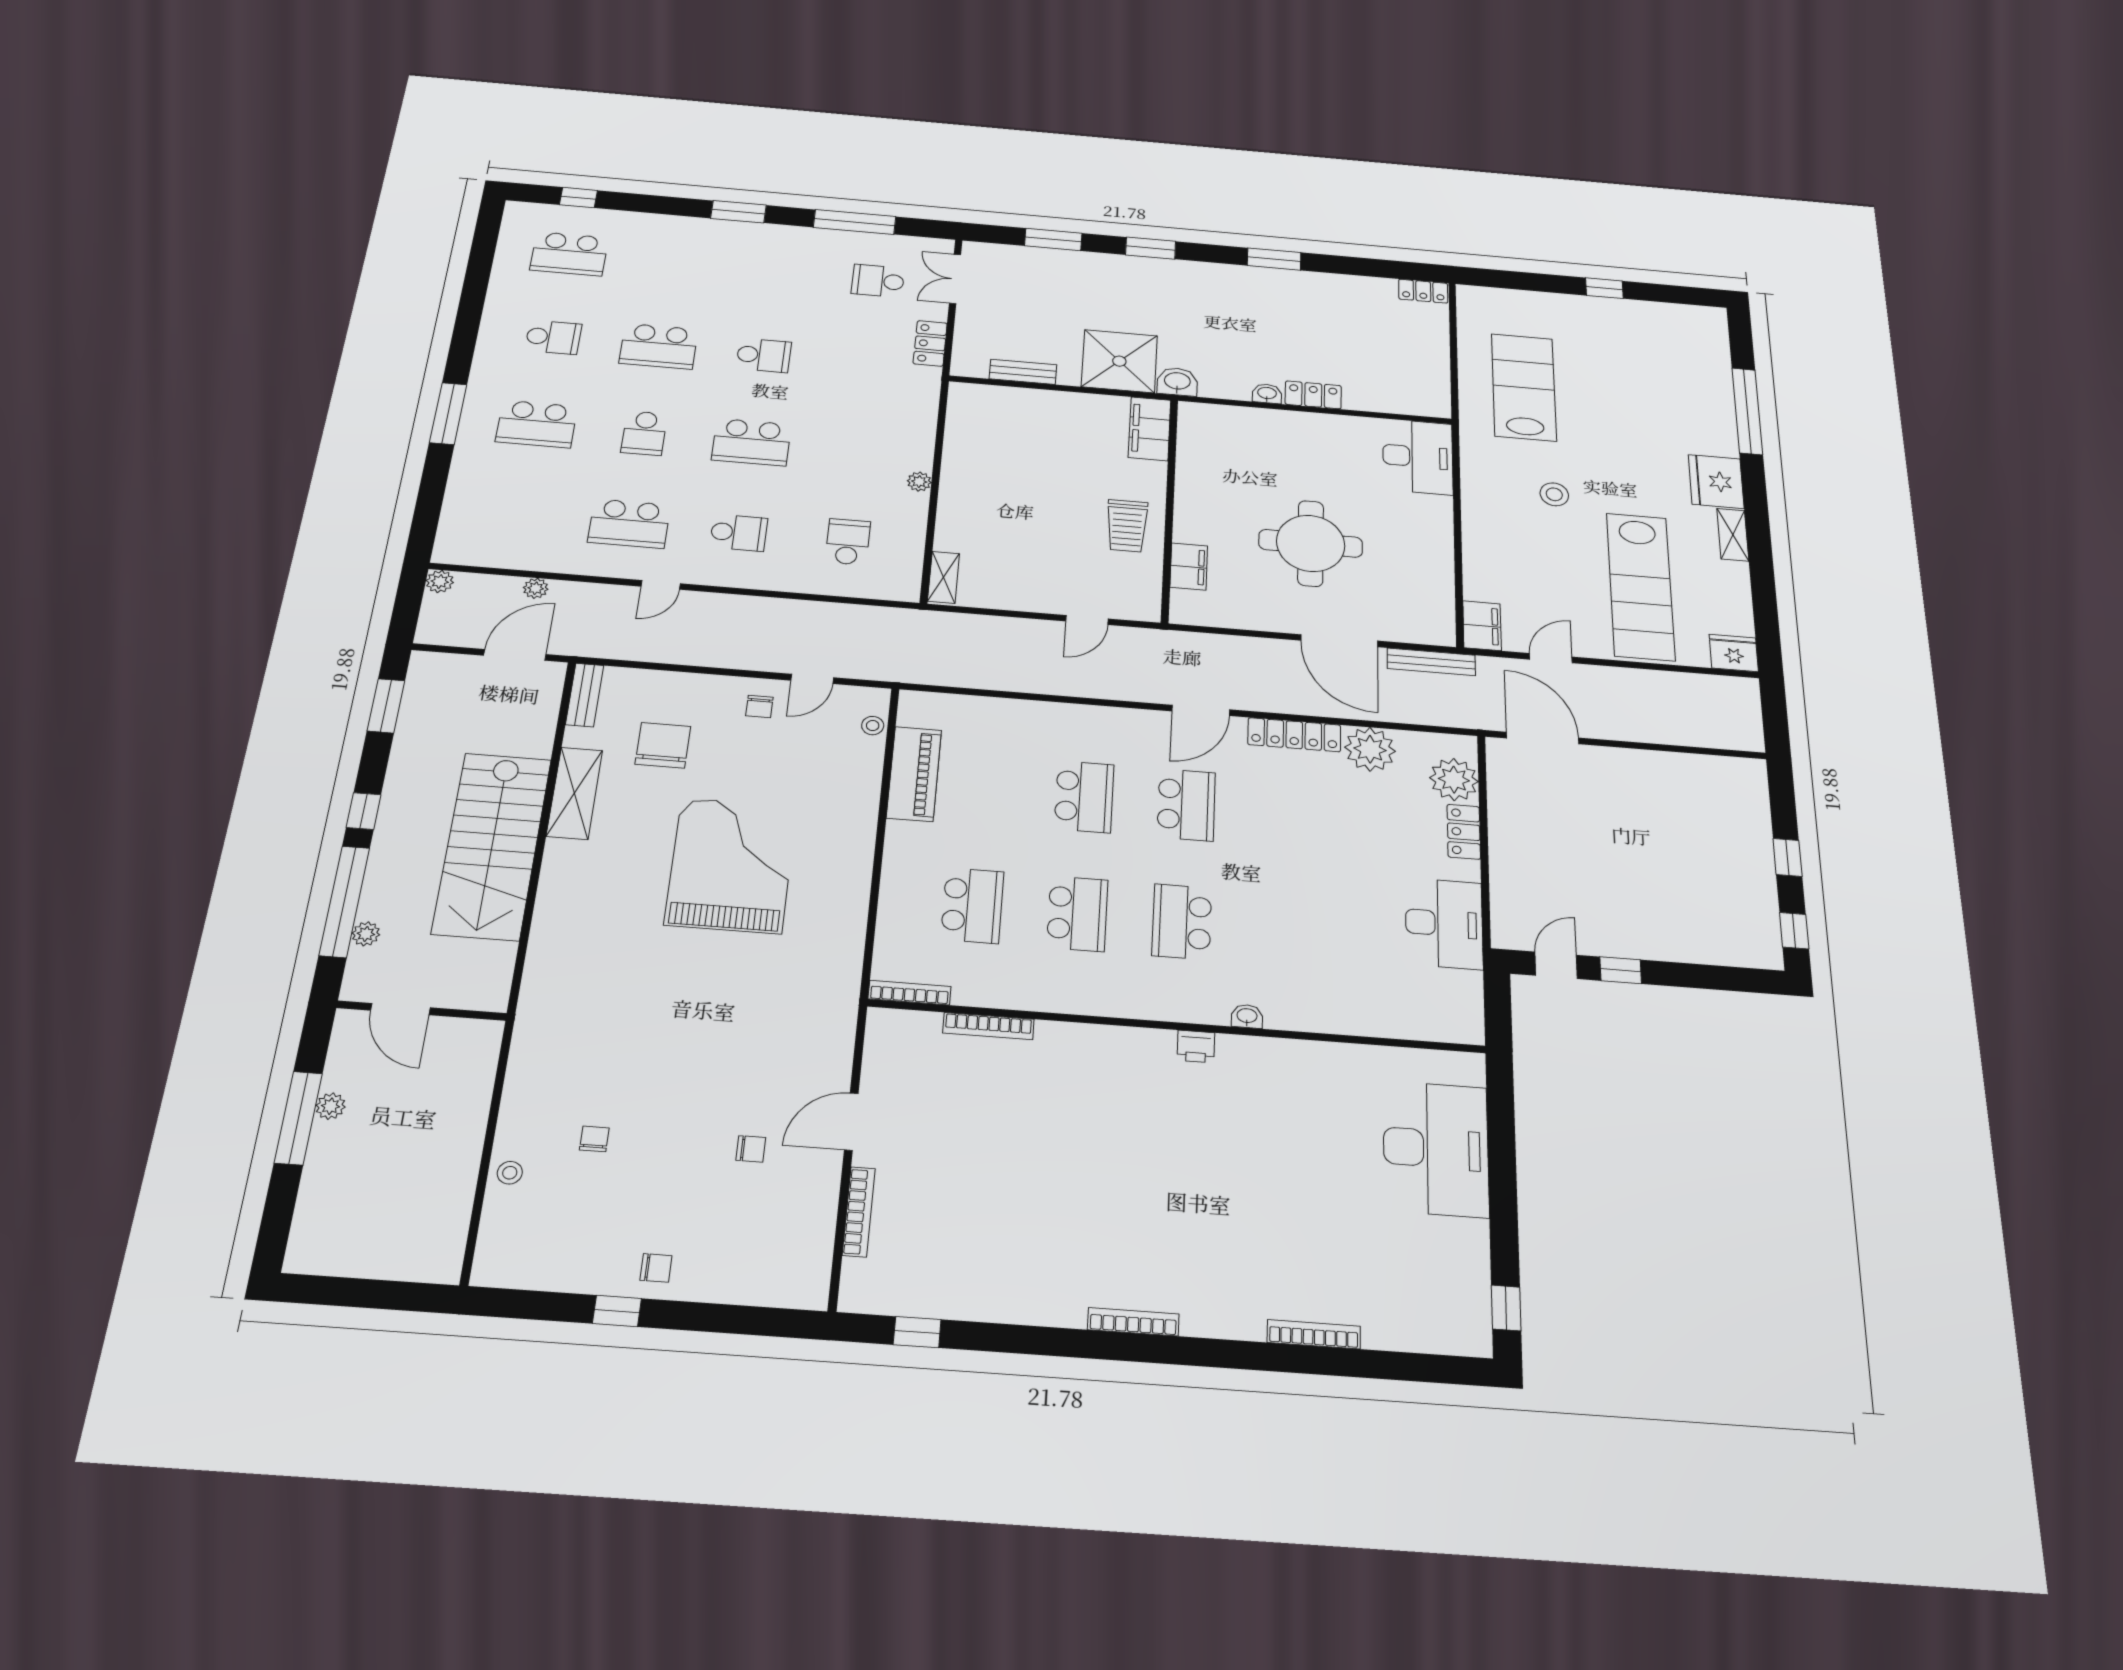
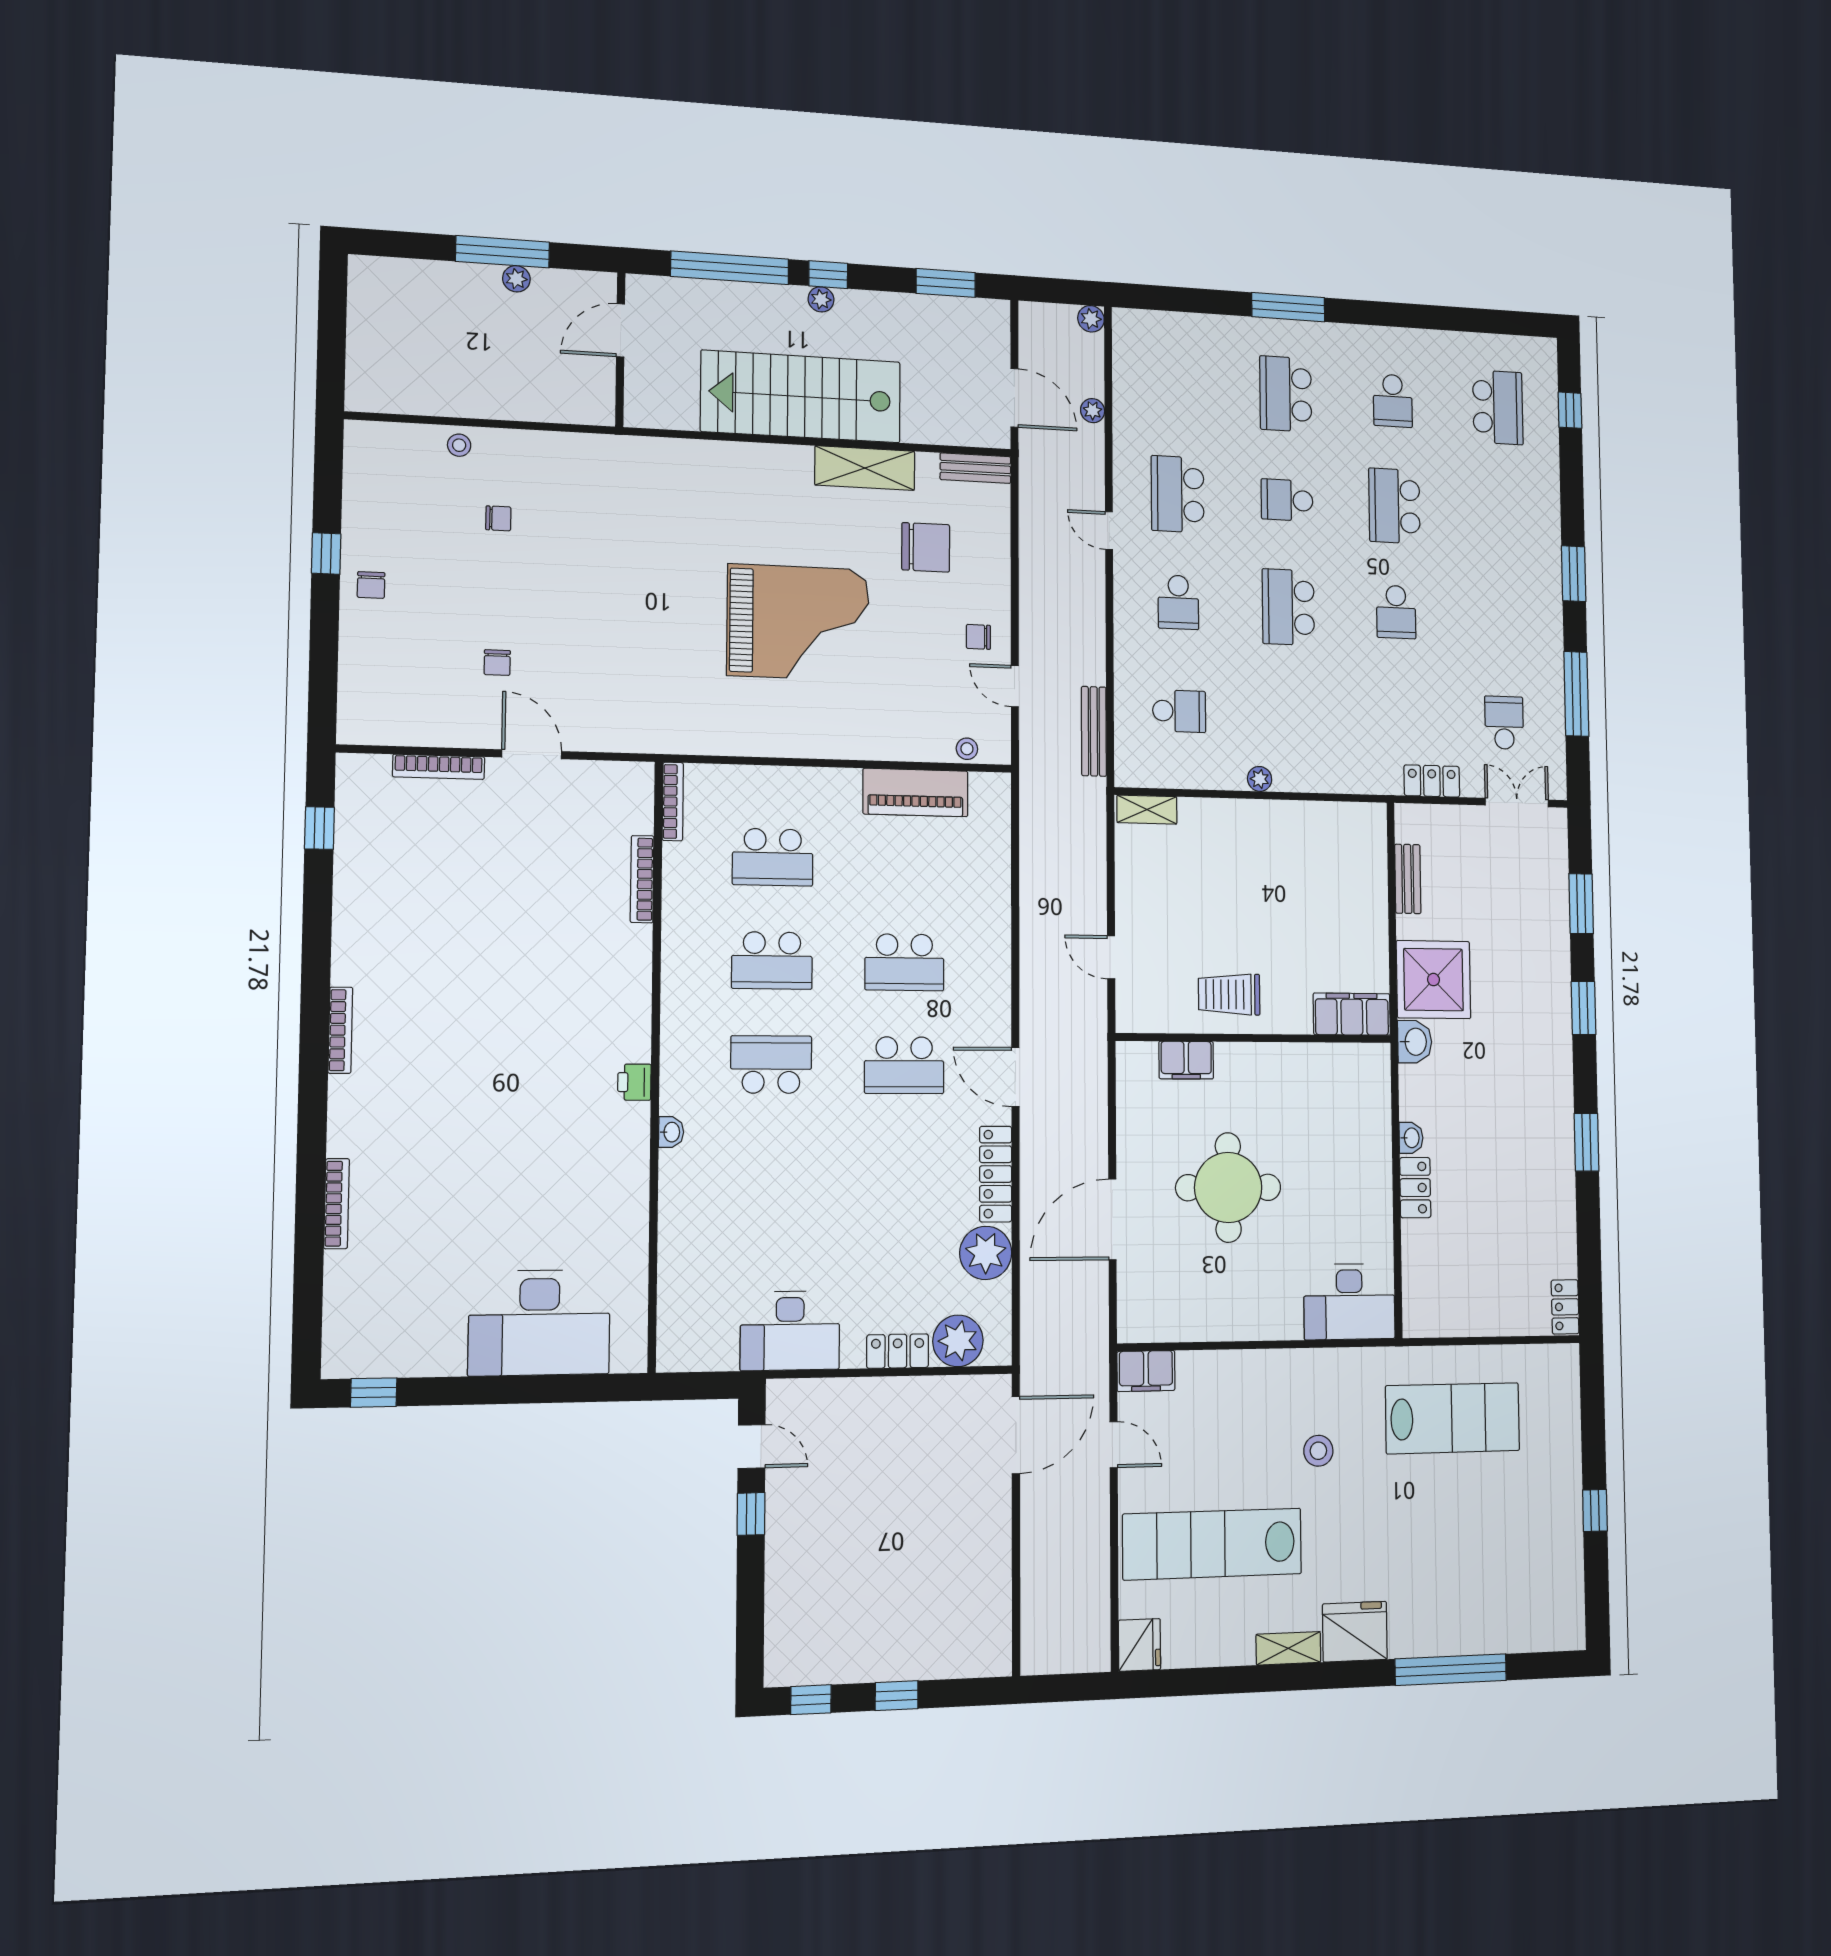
school desk: (569, 254) -> (1498, 407), turned 180
bench: (1431, 662) -> (1094, 731), moved
plant: (366, 934) -> (821, 299), moved

